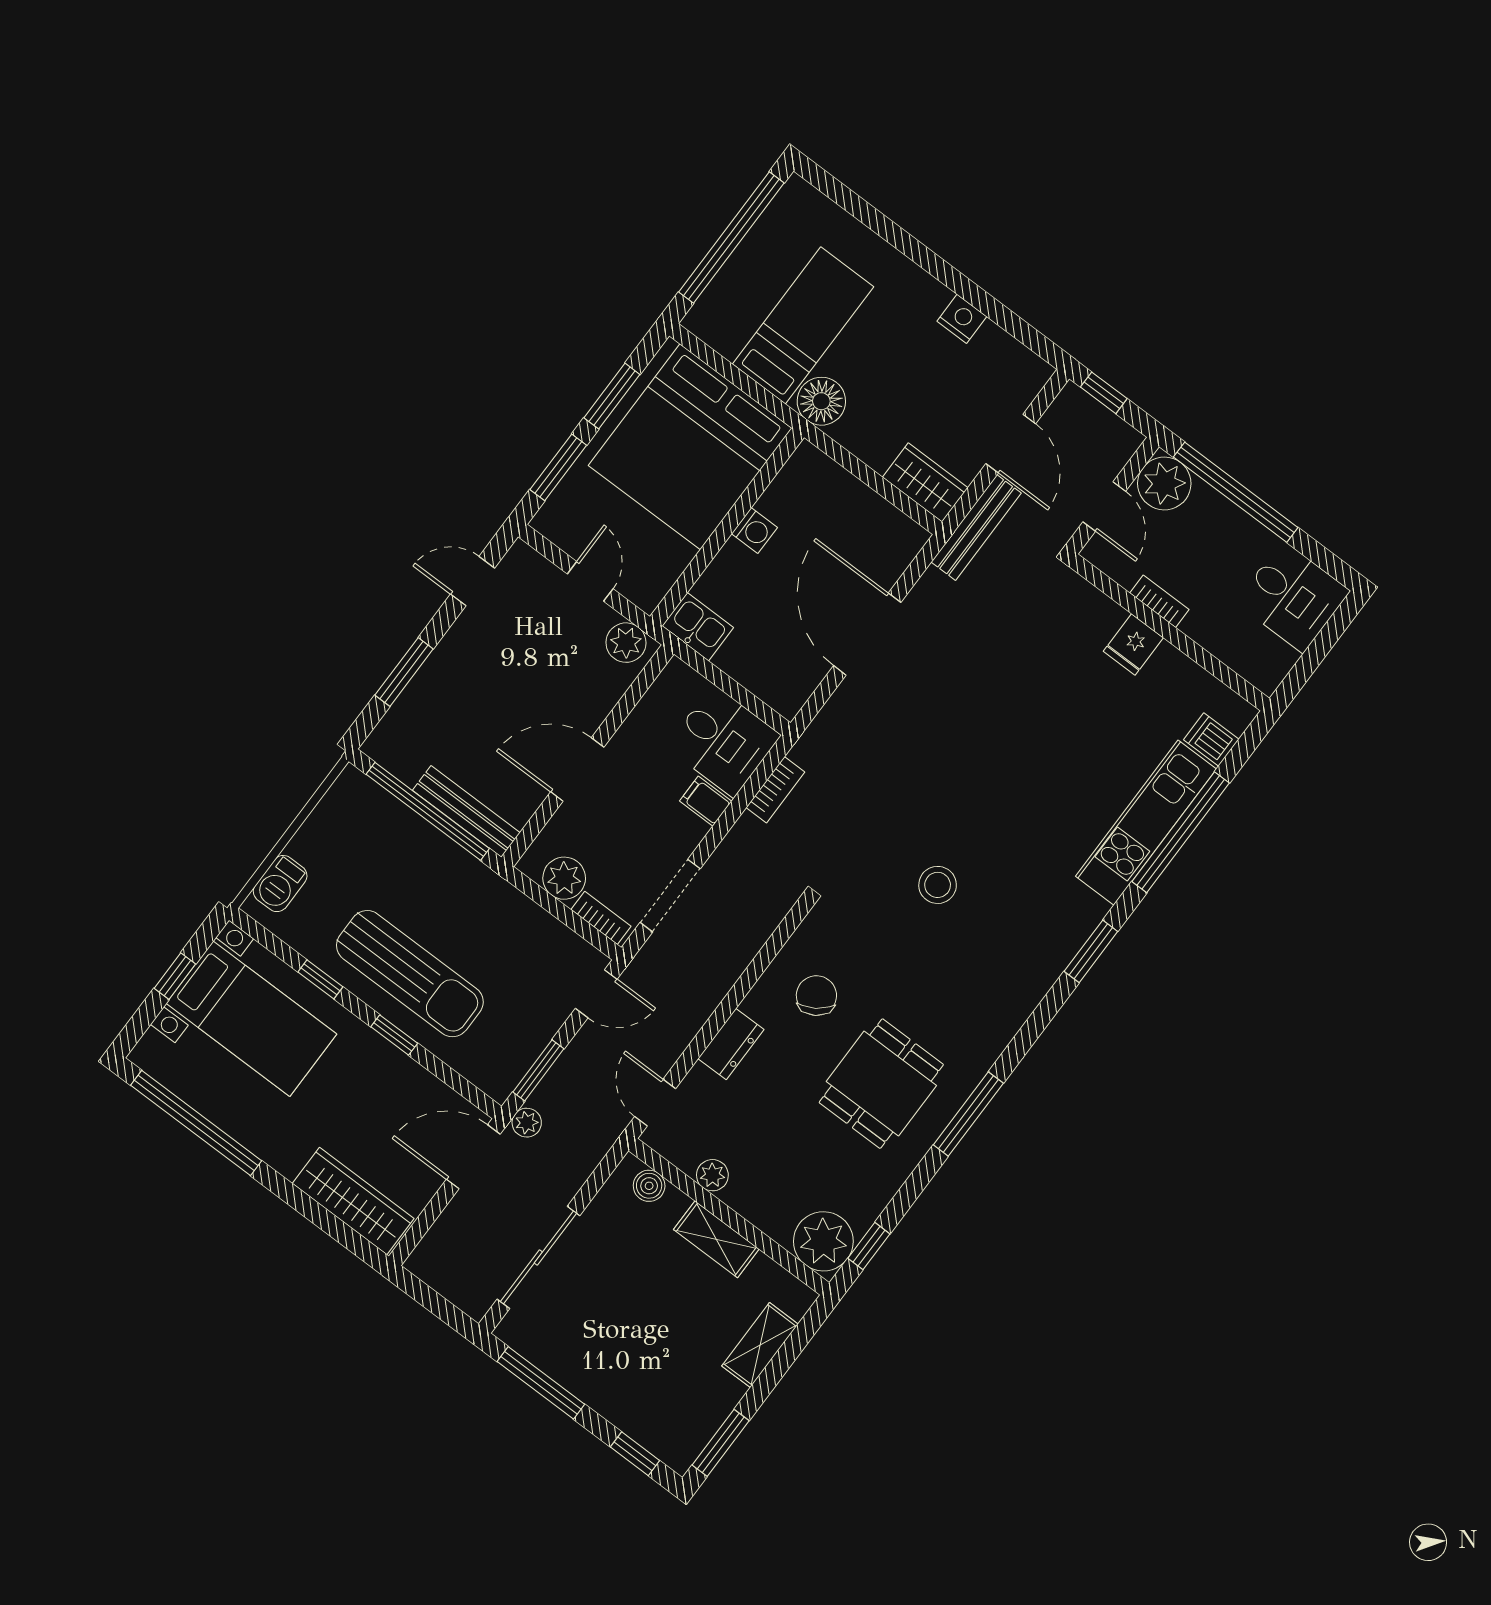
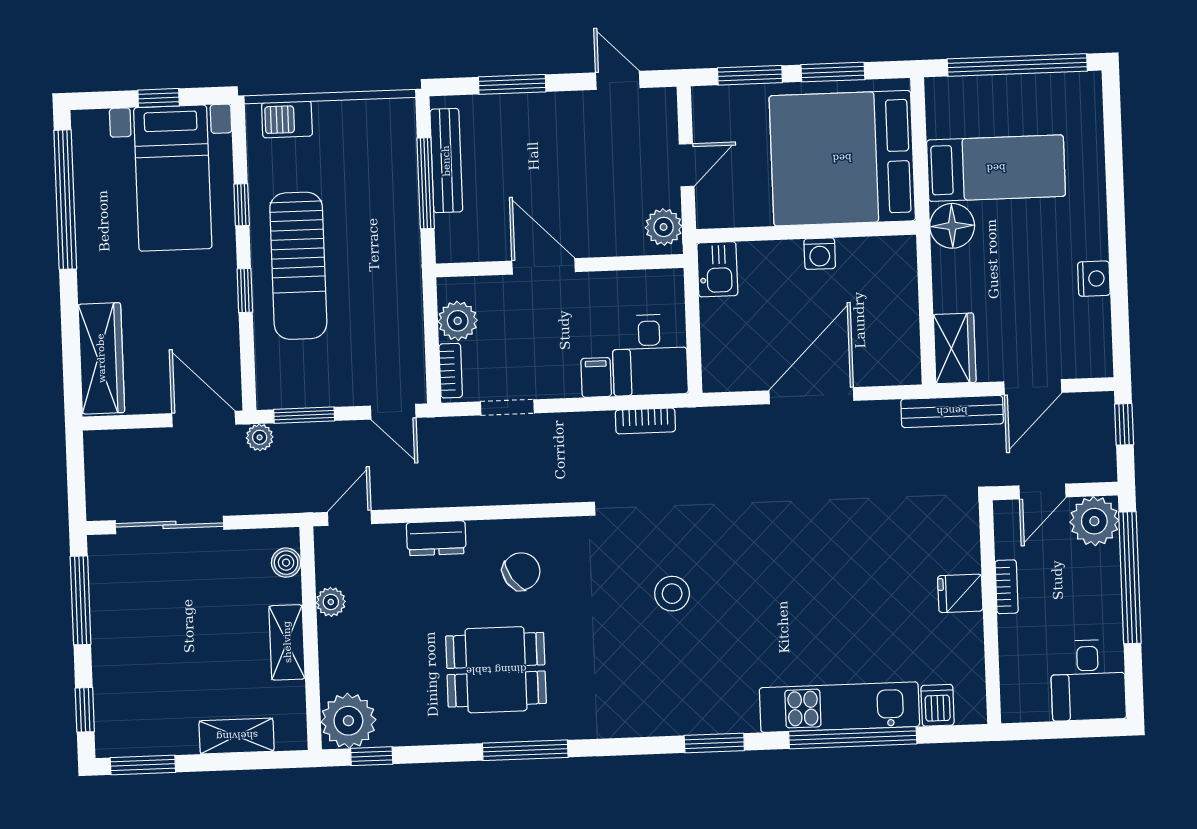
window: (428, 811) -> (426, 183), width x0.68
bench: (466, 811) -> (446, 161), moved
doorway: (670, 896) -> (507, 407), width x0.73

